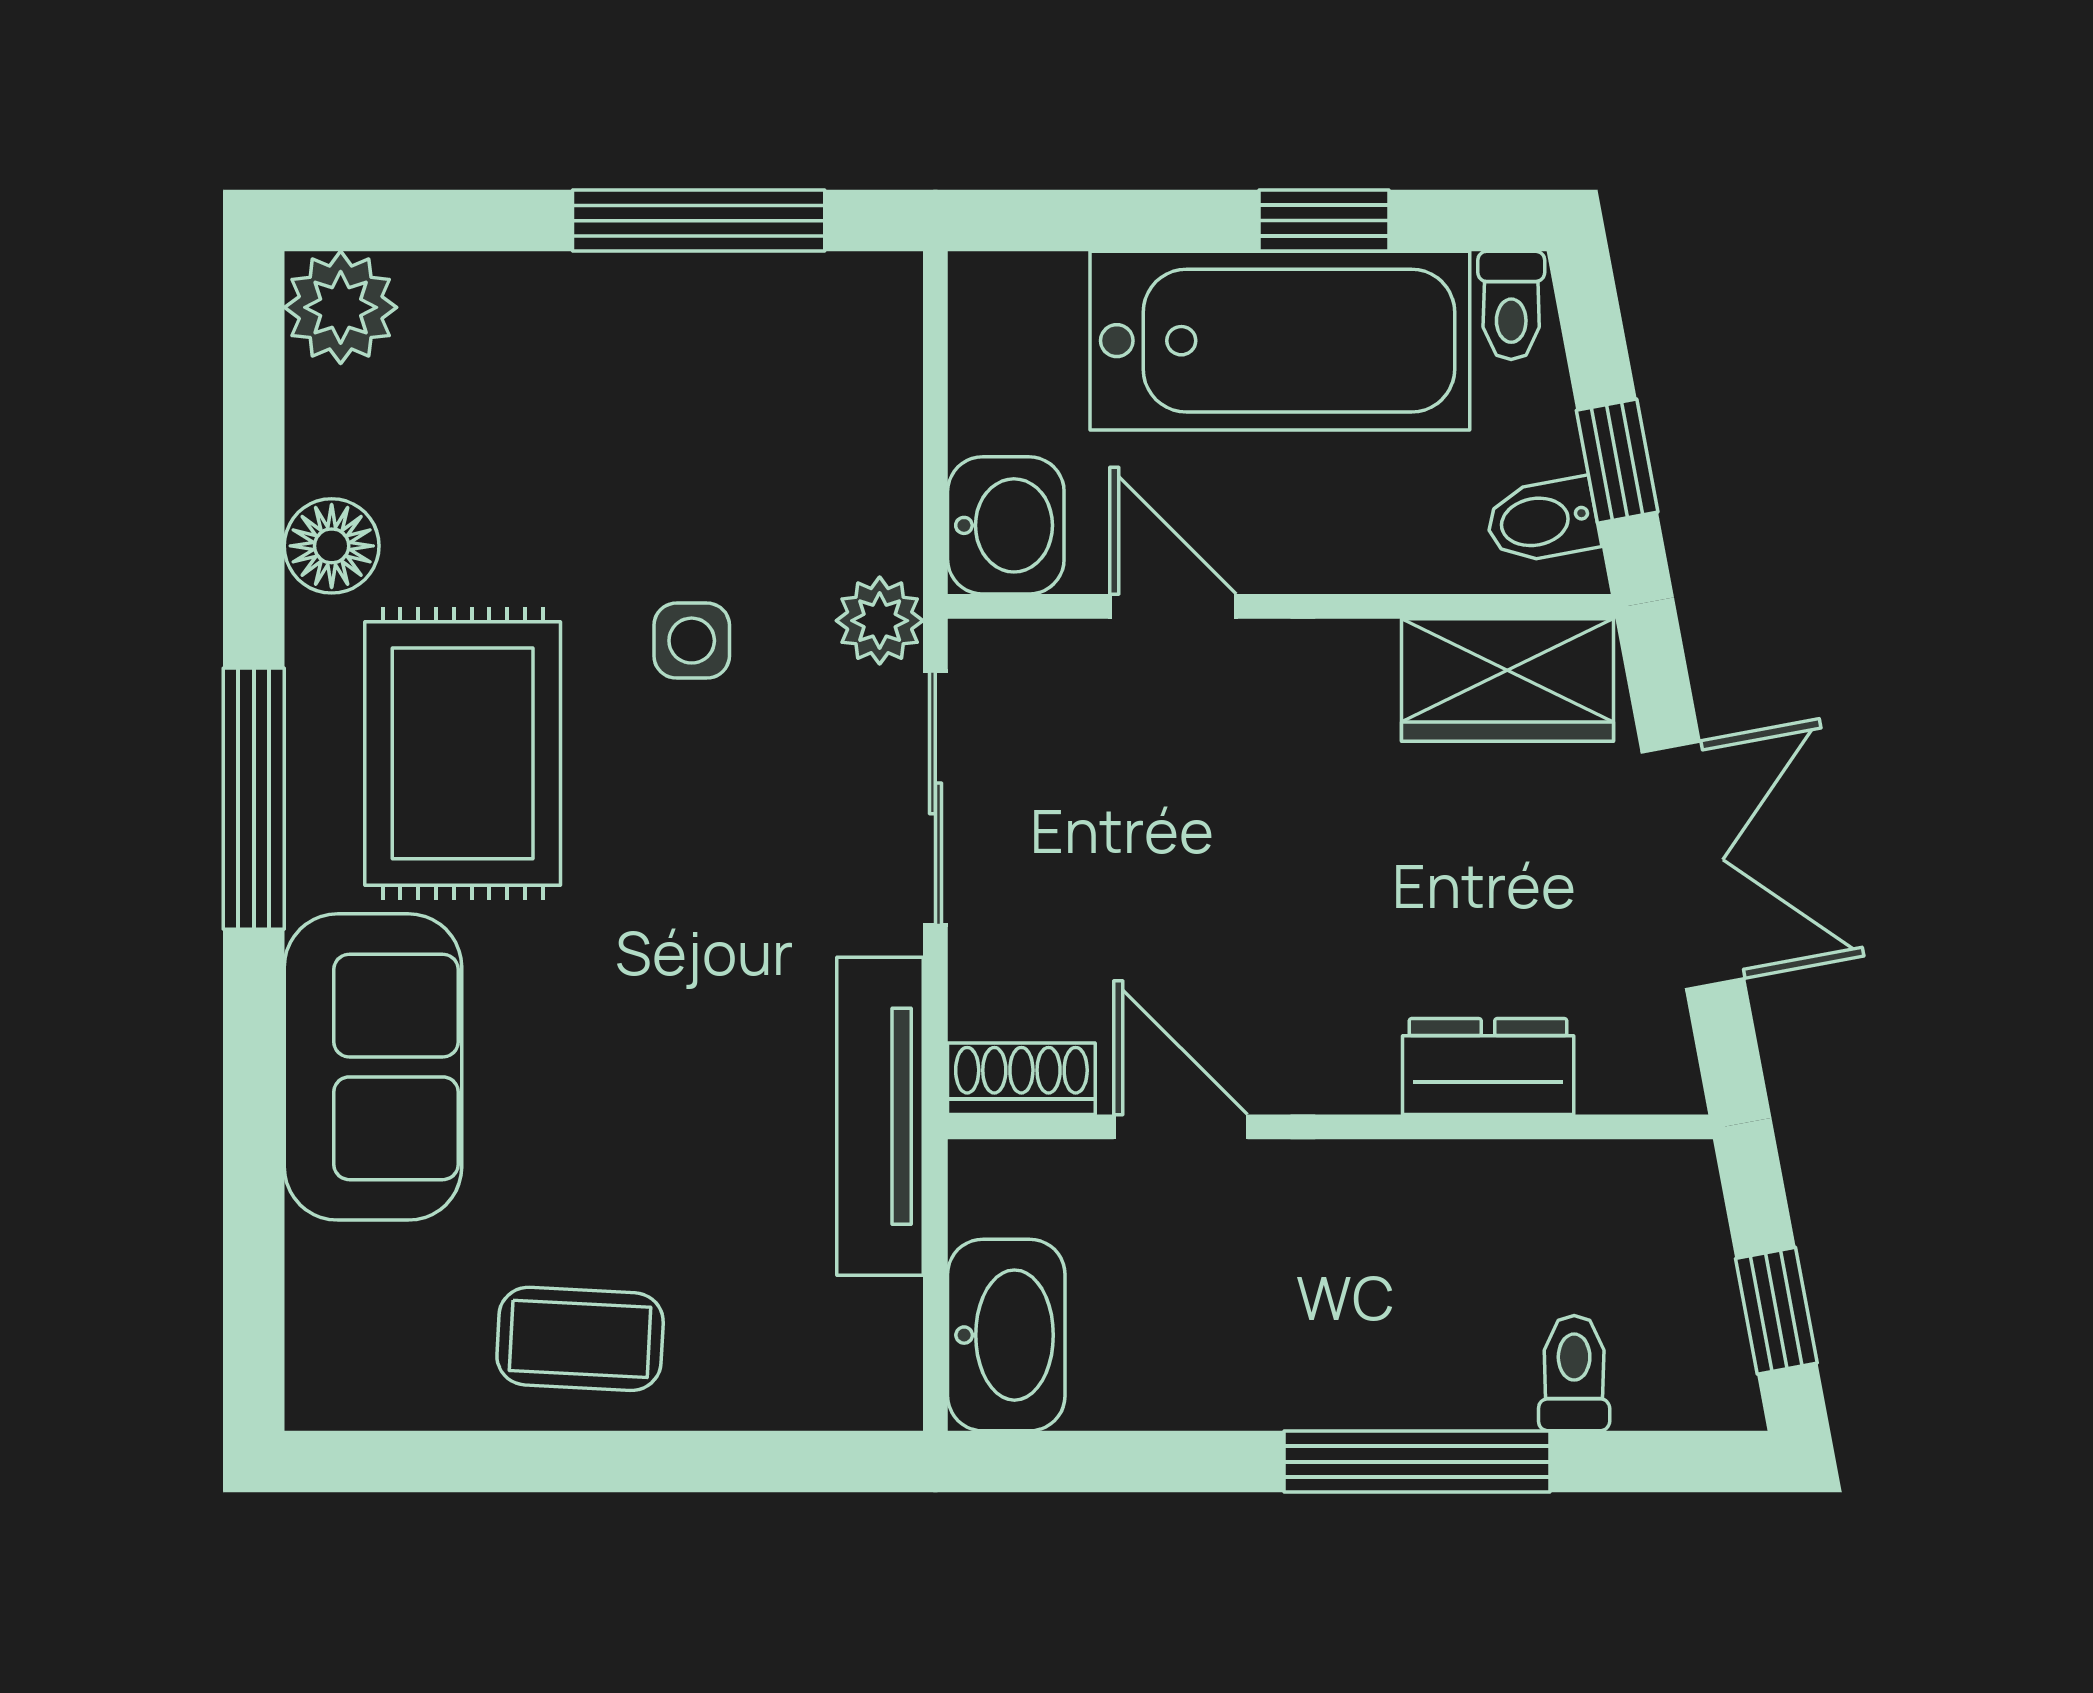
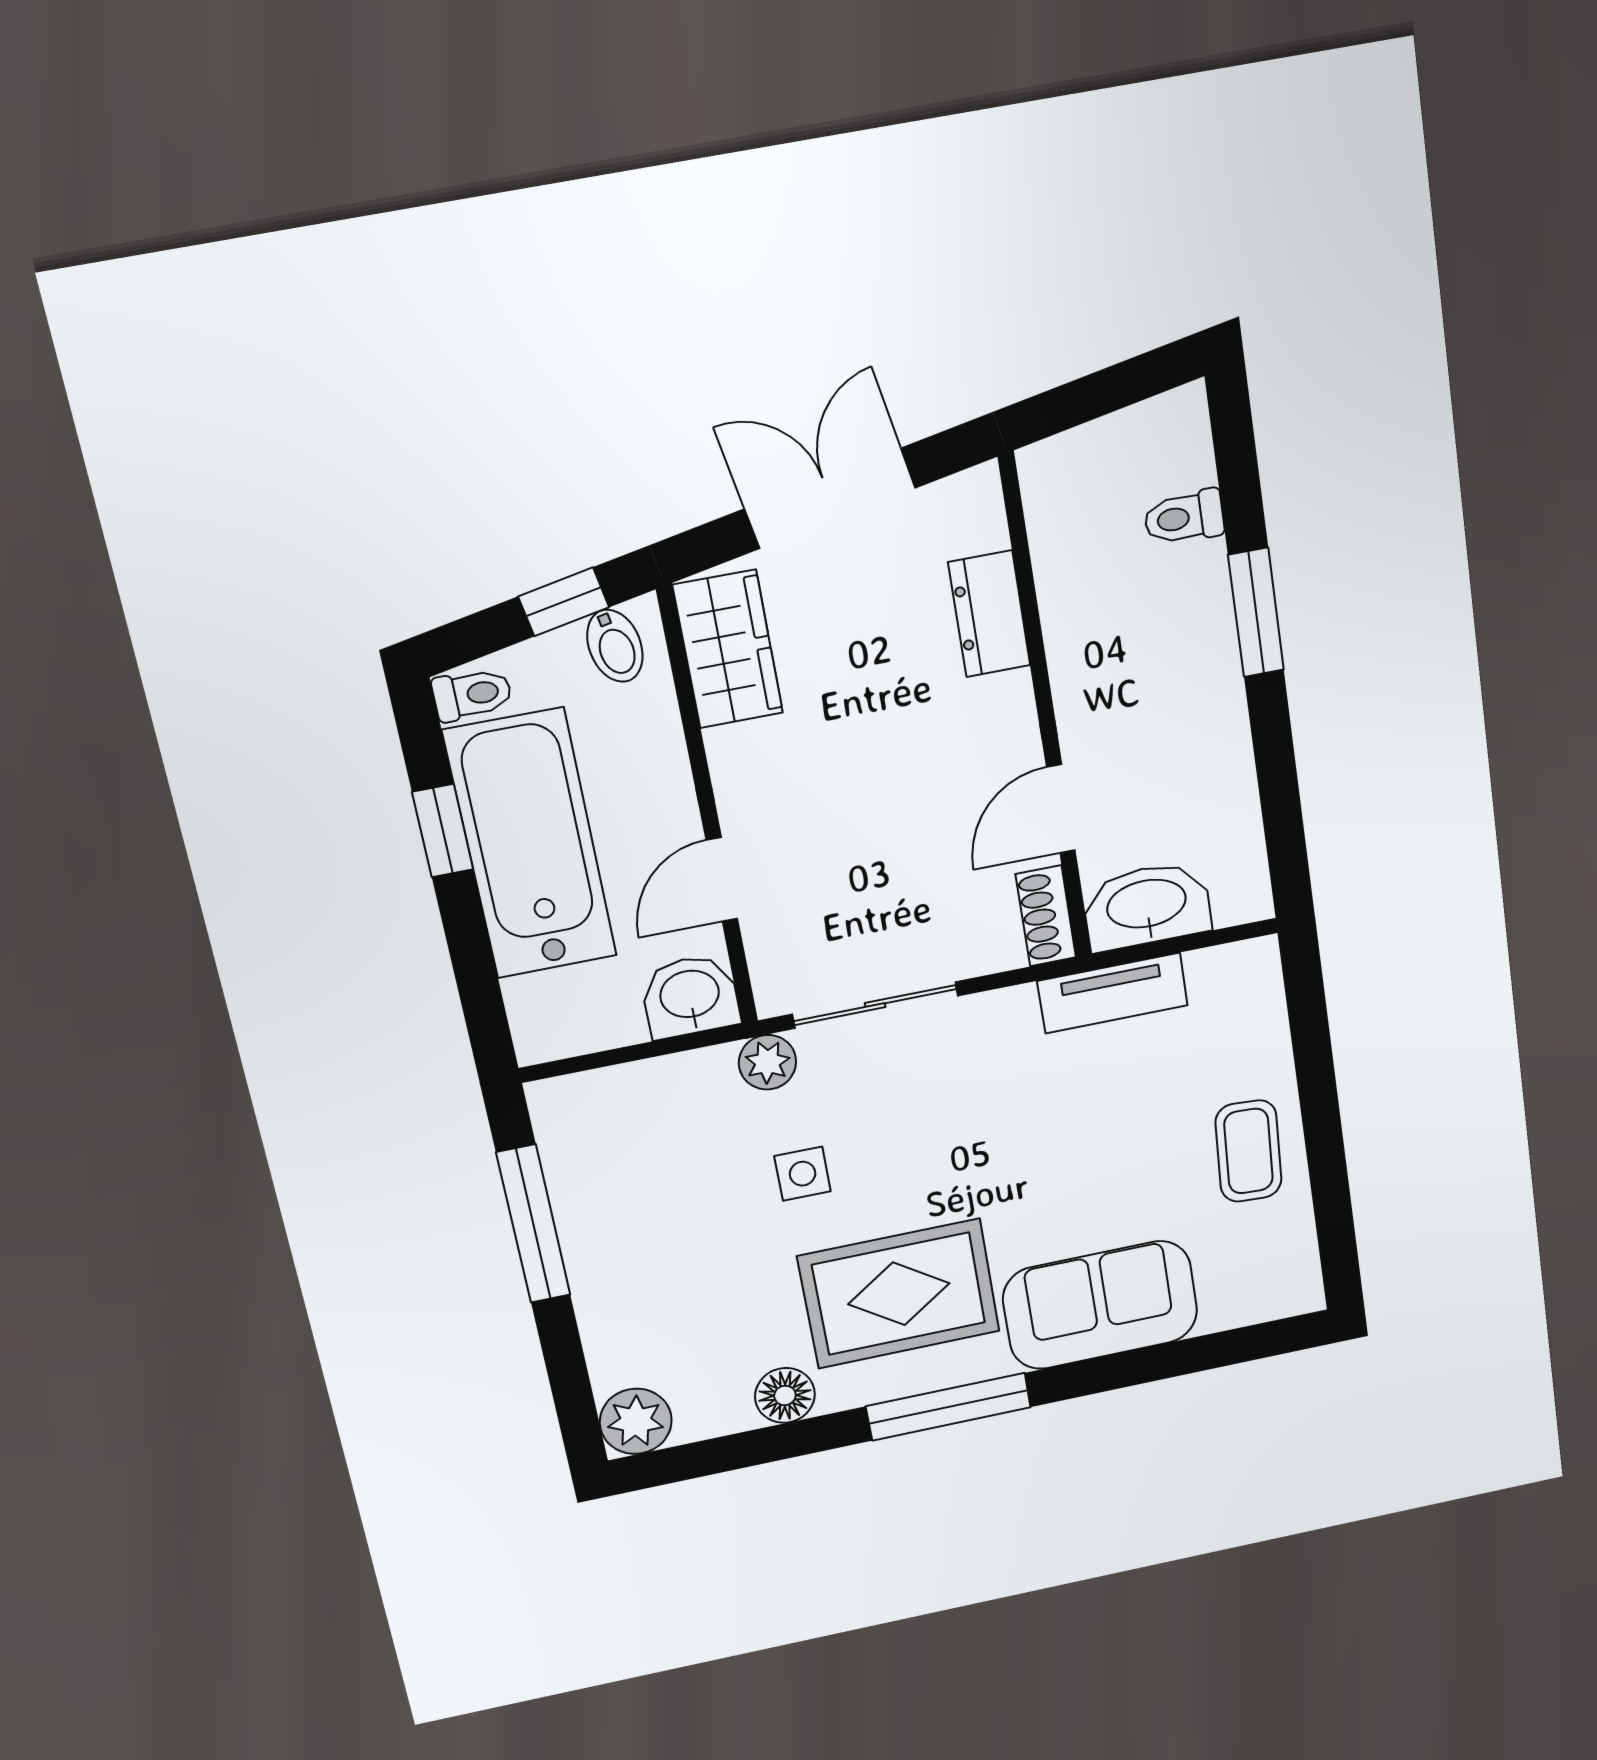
tv unit: (880, 1116) -> (1113, 993), width x0.71
window: (1776, 1311) -> (1123, 385), removed
washbasin: (1006, 1335) -> (1147, 906), moved
window: (1417, 1462) -> (1256, 613), width x0.69

